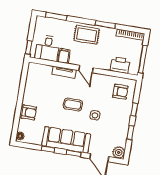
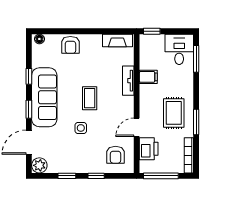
rug: (87, 35) -> (174, 113), moved
desk: (48, 48) -> (179, 49), moved, turned 90
door: (86, 69) -> (137, 127), moved
fireplace: (31, 75) -> (117, 40), added

